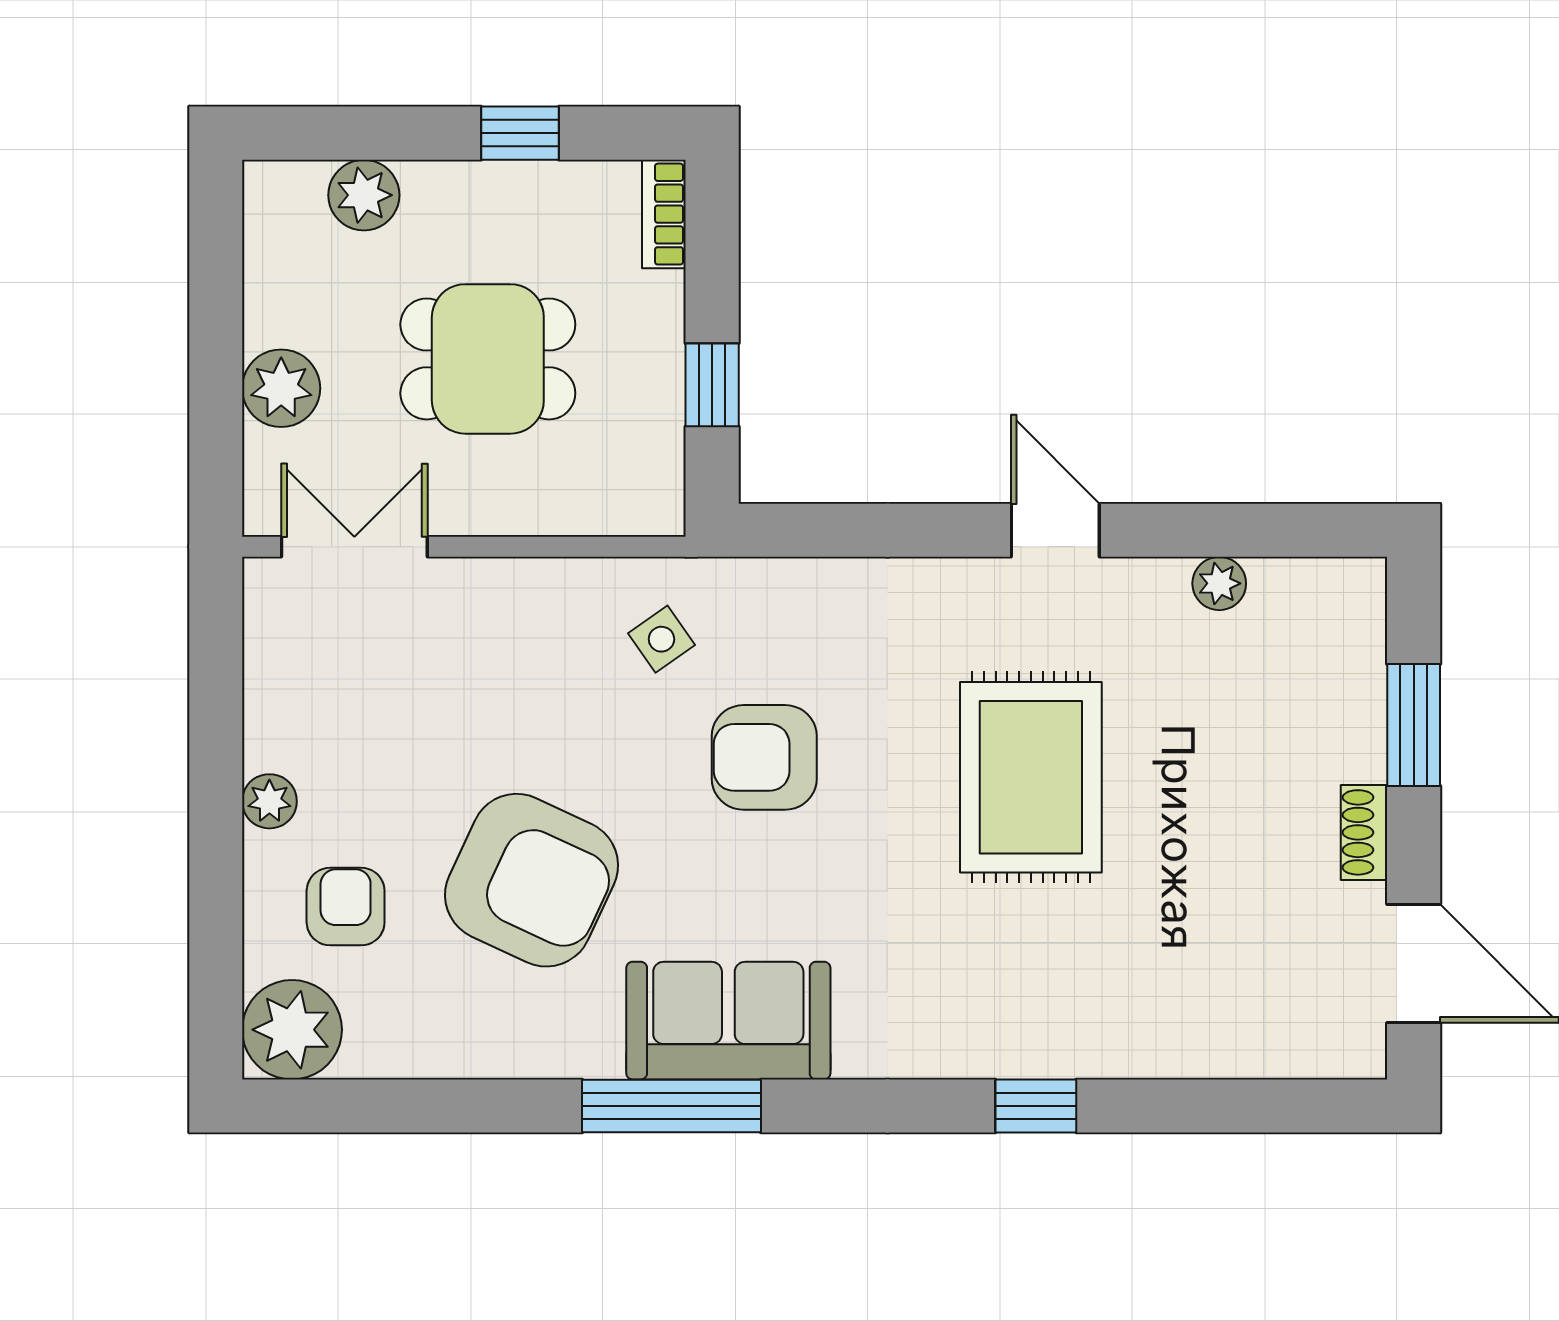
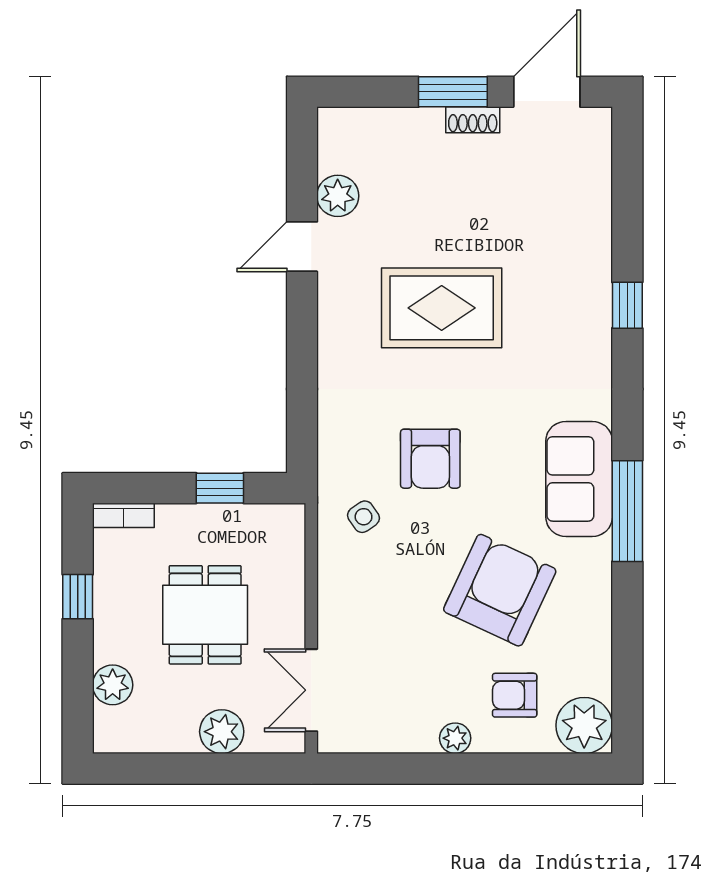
door: (1055, 530) -> (302, 247), moved
plant: (1219, 583) -> (338, 196), width x1.38, depth x1.38
window: (1414, 725) -> (453, 92), moved

